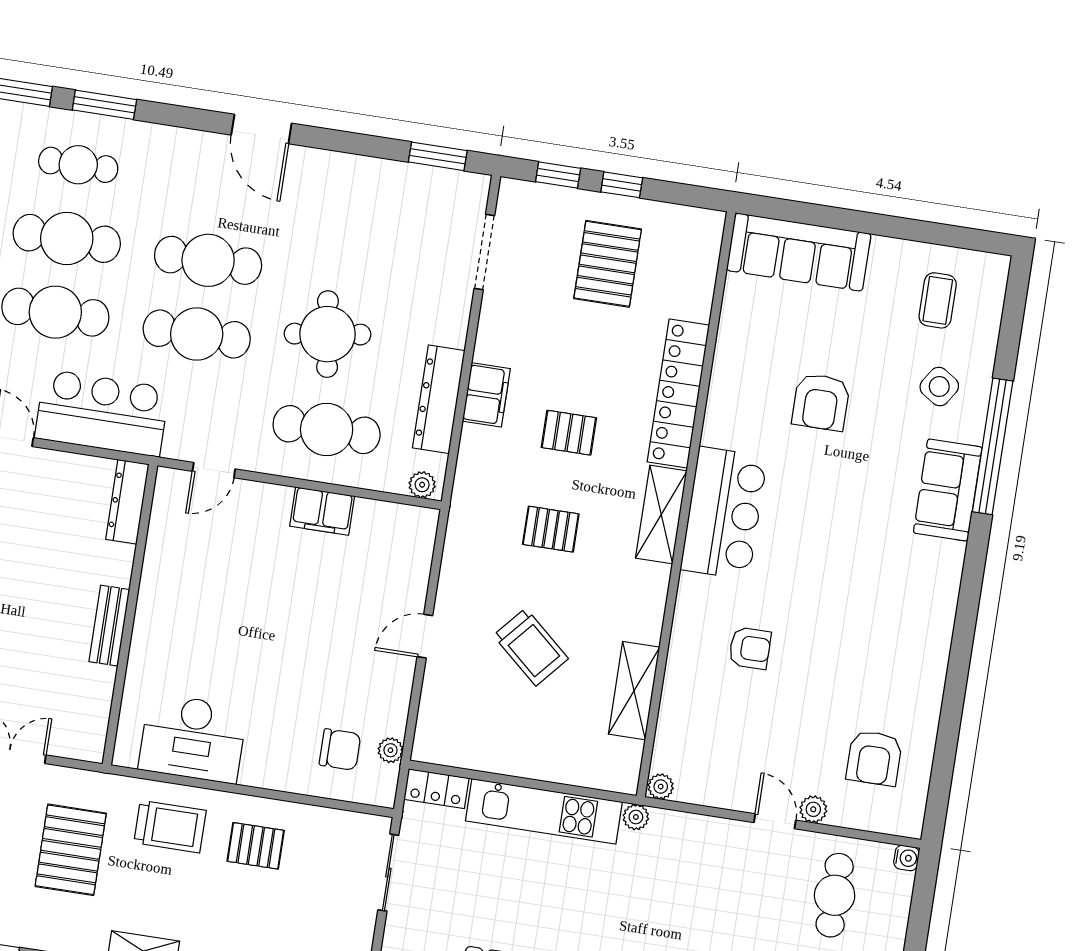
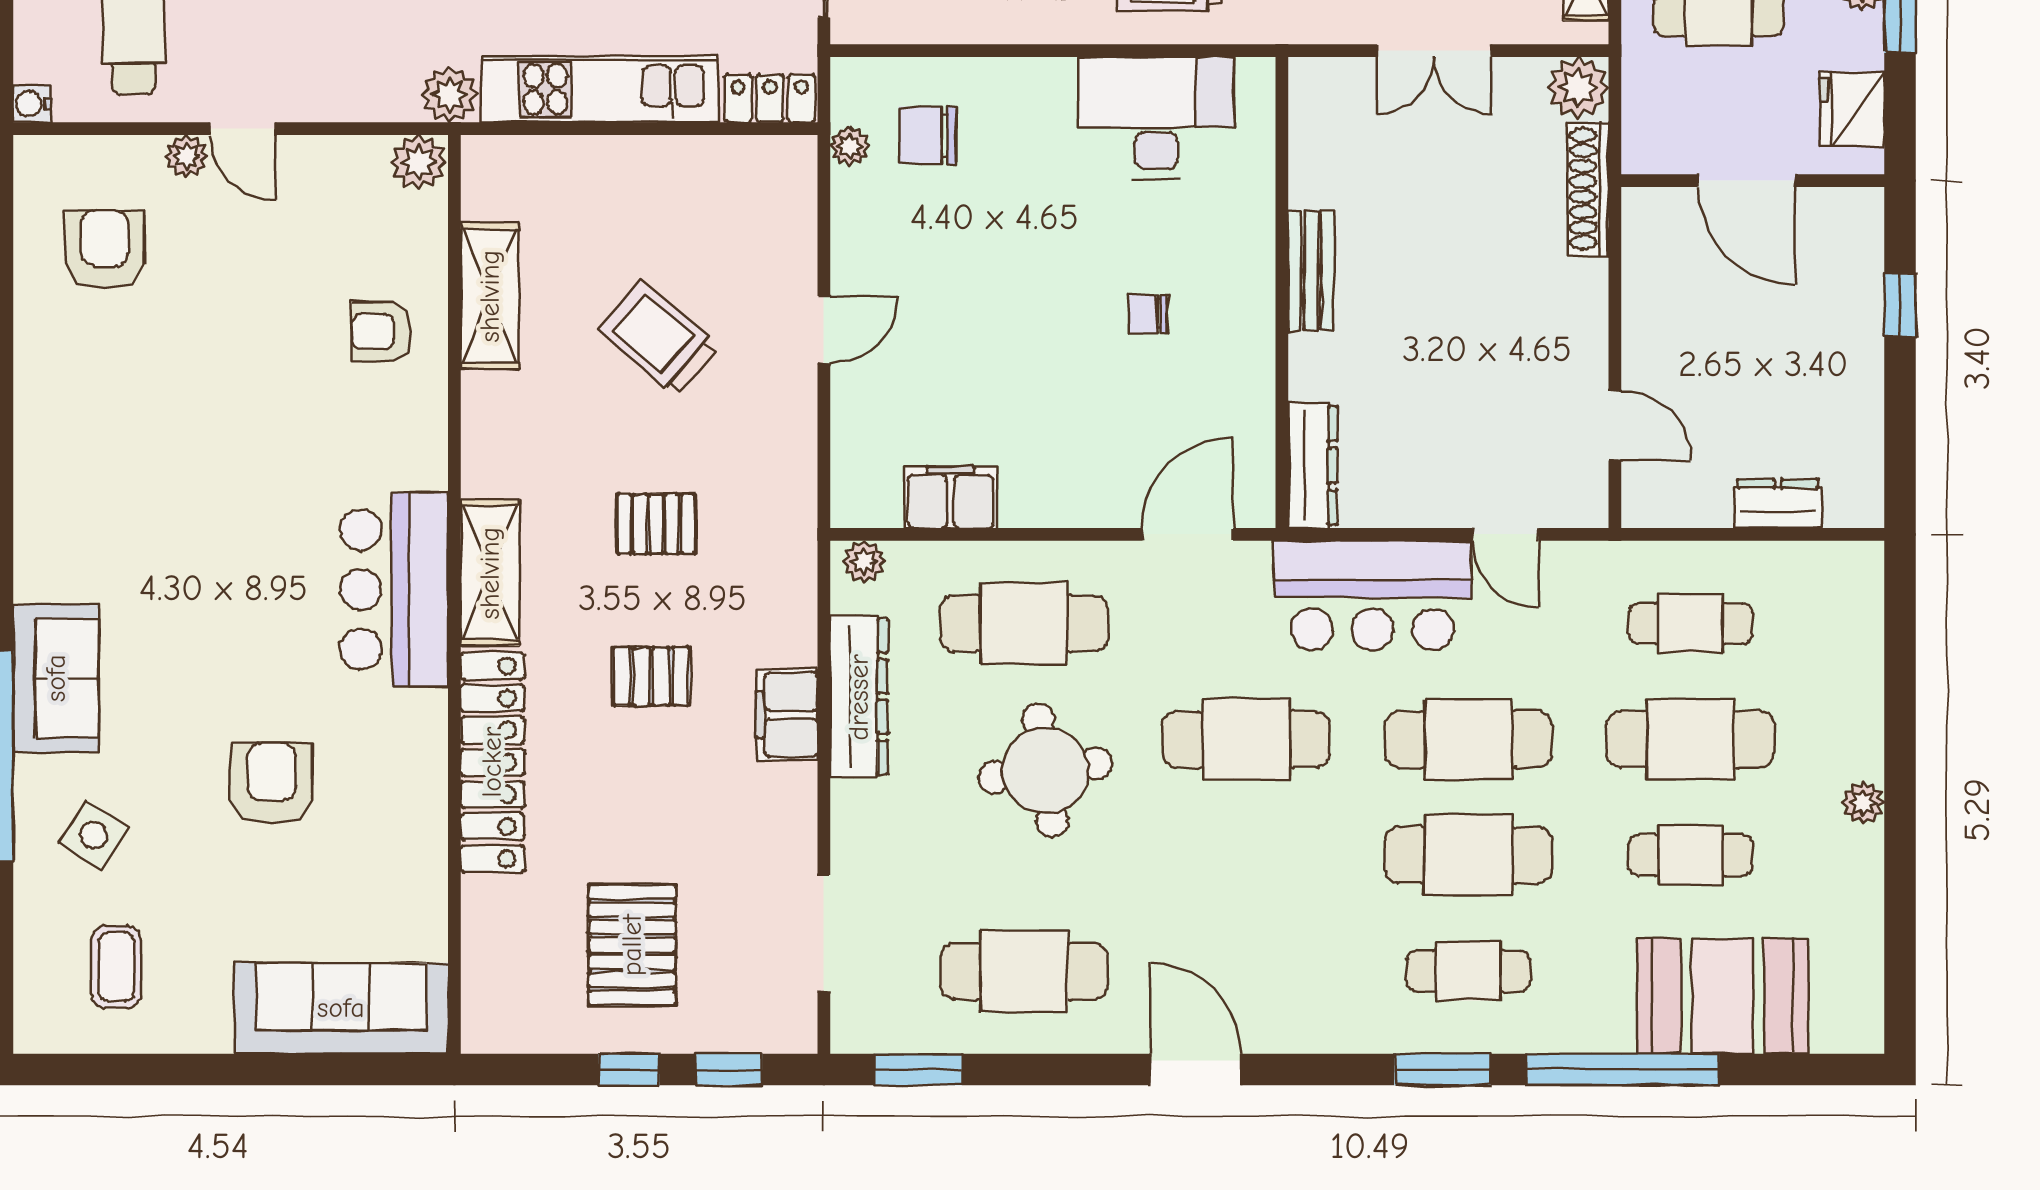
cafe table: (208, 260) -> (1024, 971), moved
door: (214, 470) -> (1188, 534), width x1.38
filing cabinet: (322, 511) -> (950, 497), moved
chair: (217, 614) -> (1148, 314), added
armchair: (750, 648) -> (381, 332), moved
plant: (661, 787) -> (419, 162), width x1.38, depth x1.38
plant: (636, 817) -> (449, 95), width x1.38, depth x1.38

